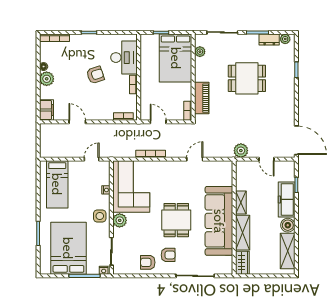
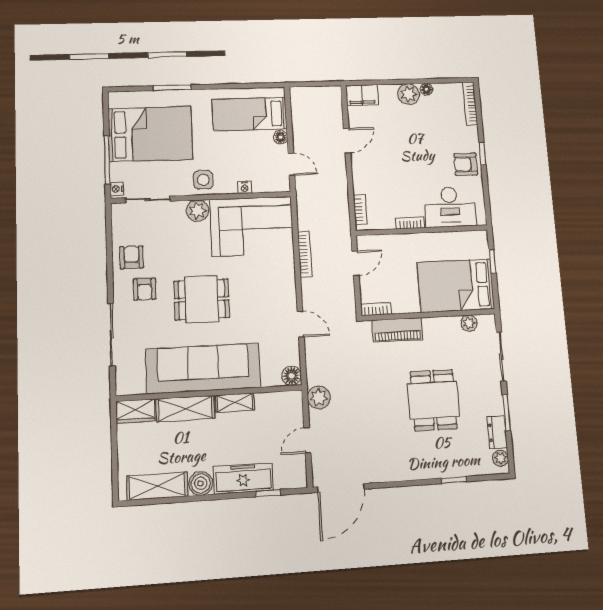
armchair: (95, 75) -> (466, 164), moved, turned 109
floor lamp: (73, 165) -> (281, 137), added
floor lamp: (227, 167) -> (292, 376), added

